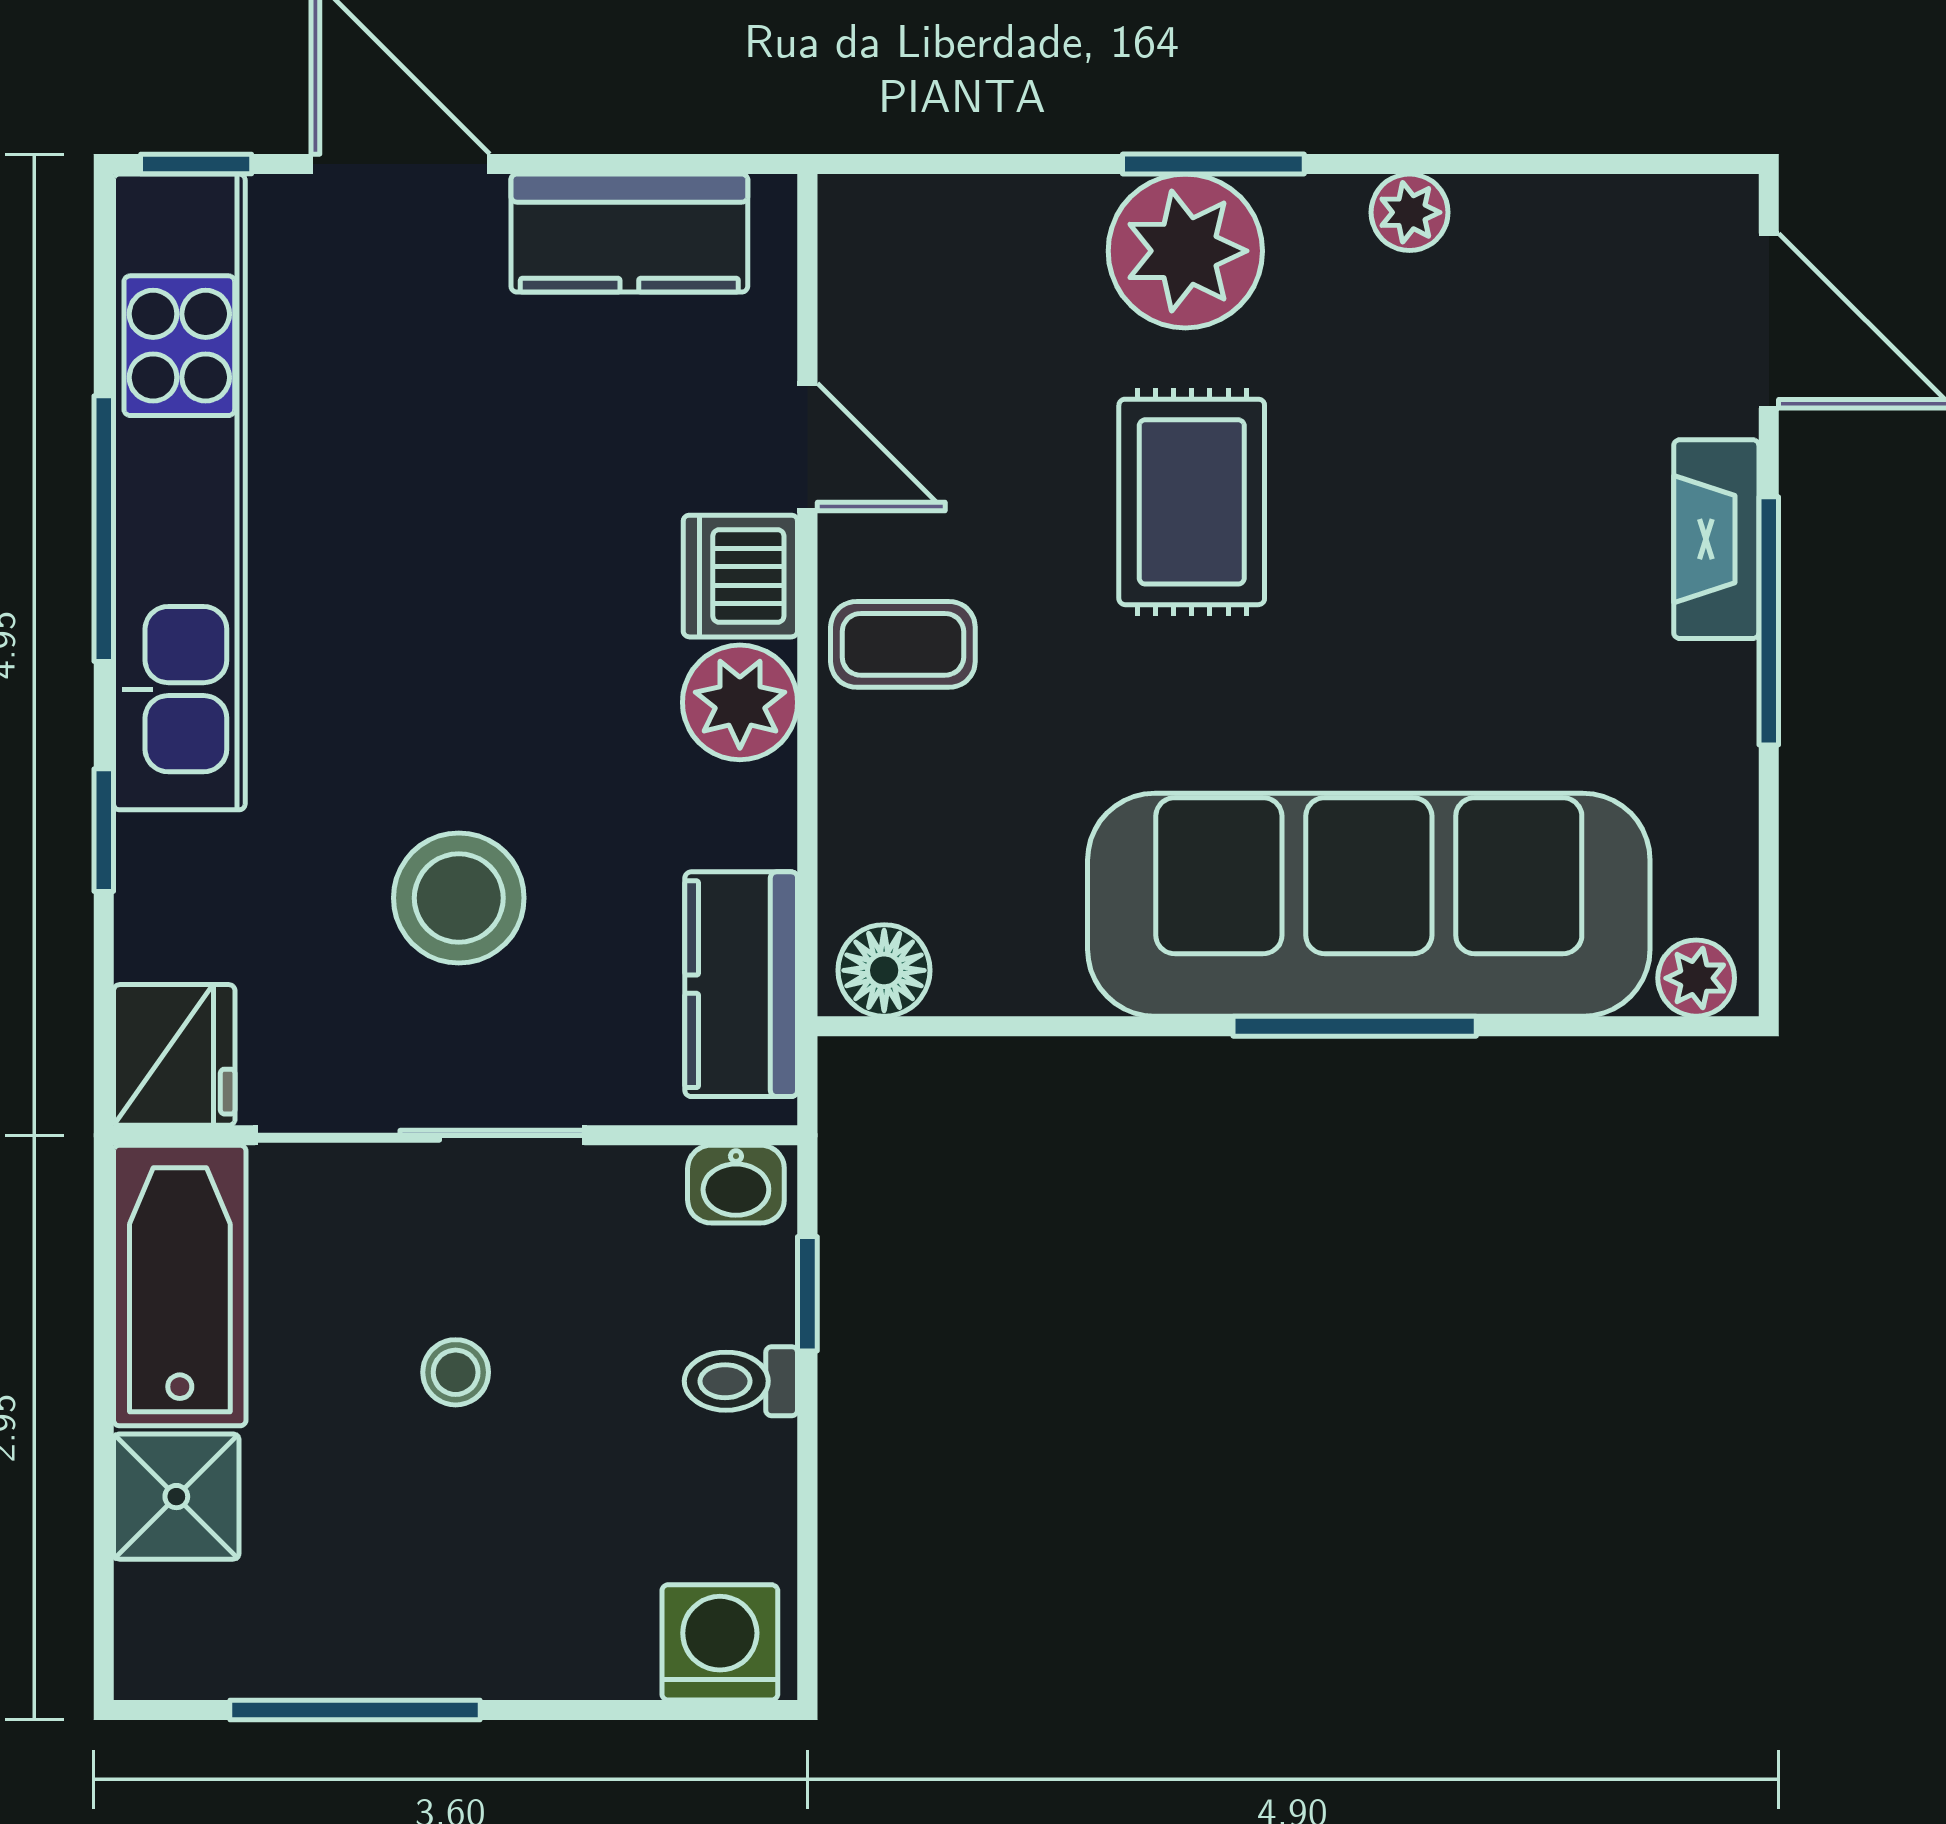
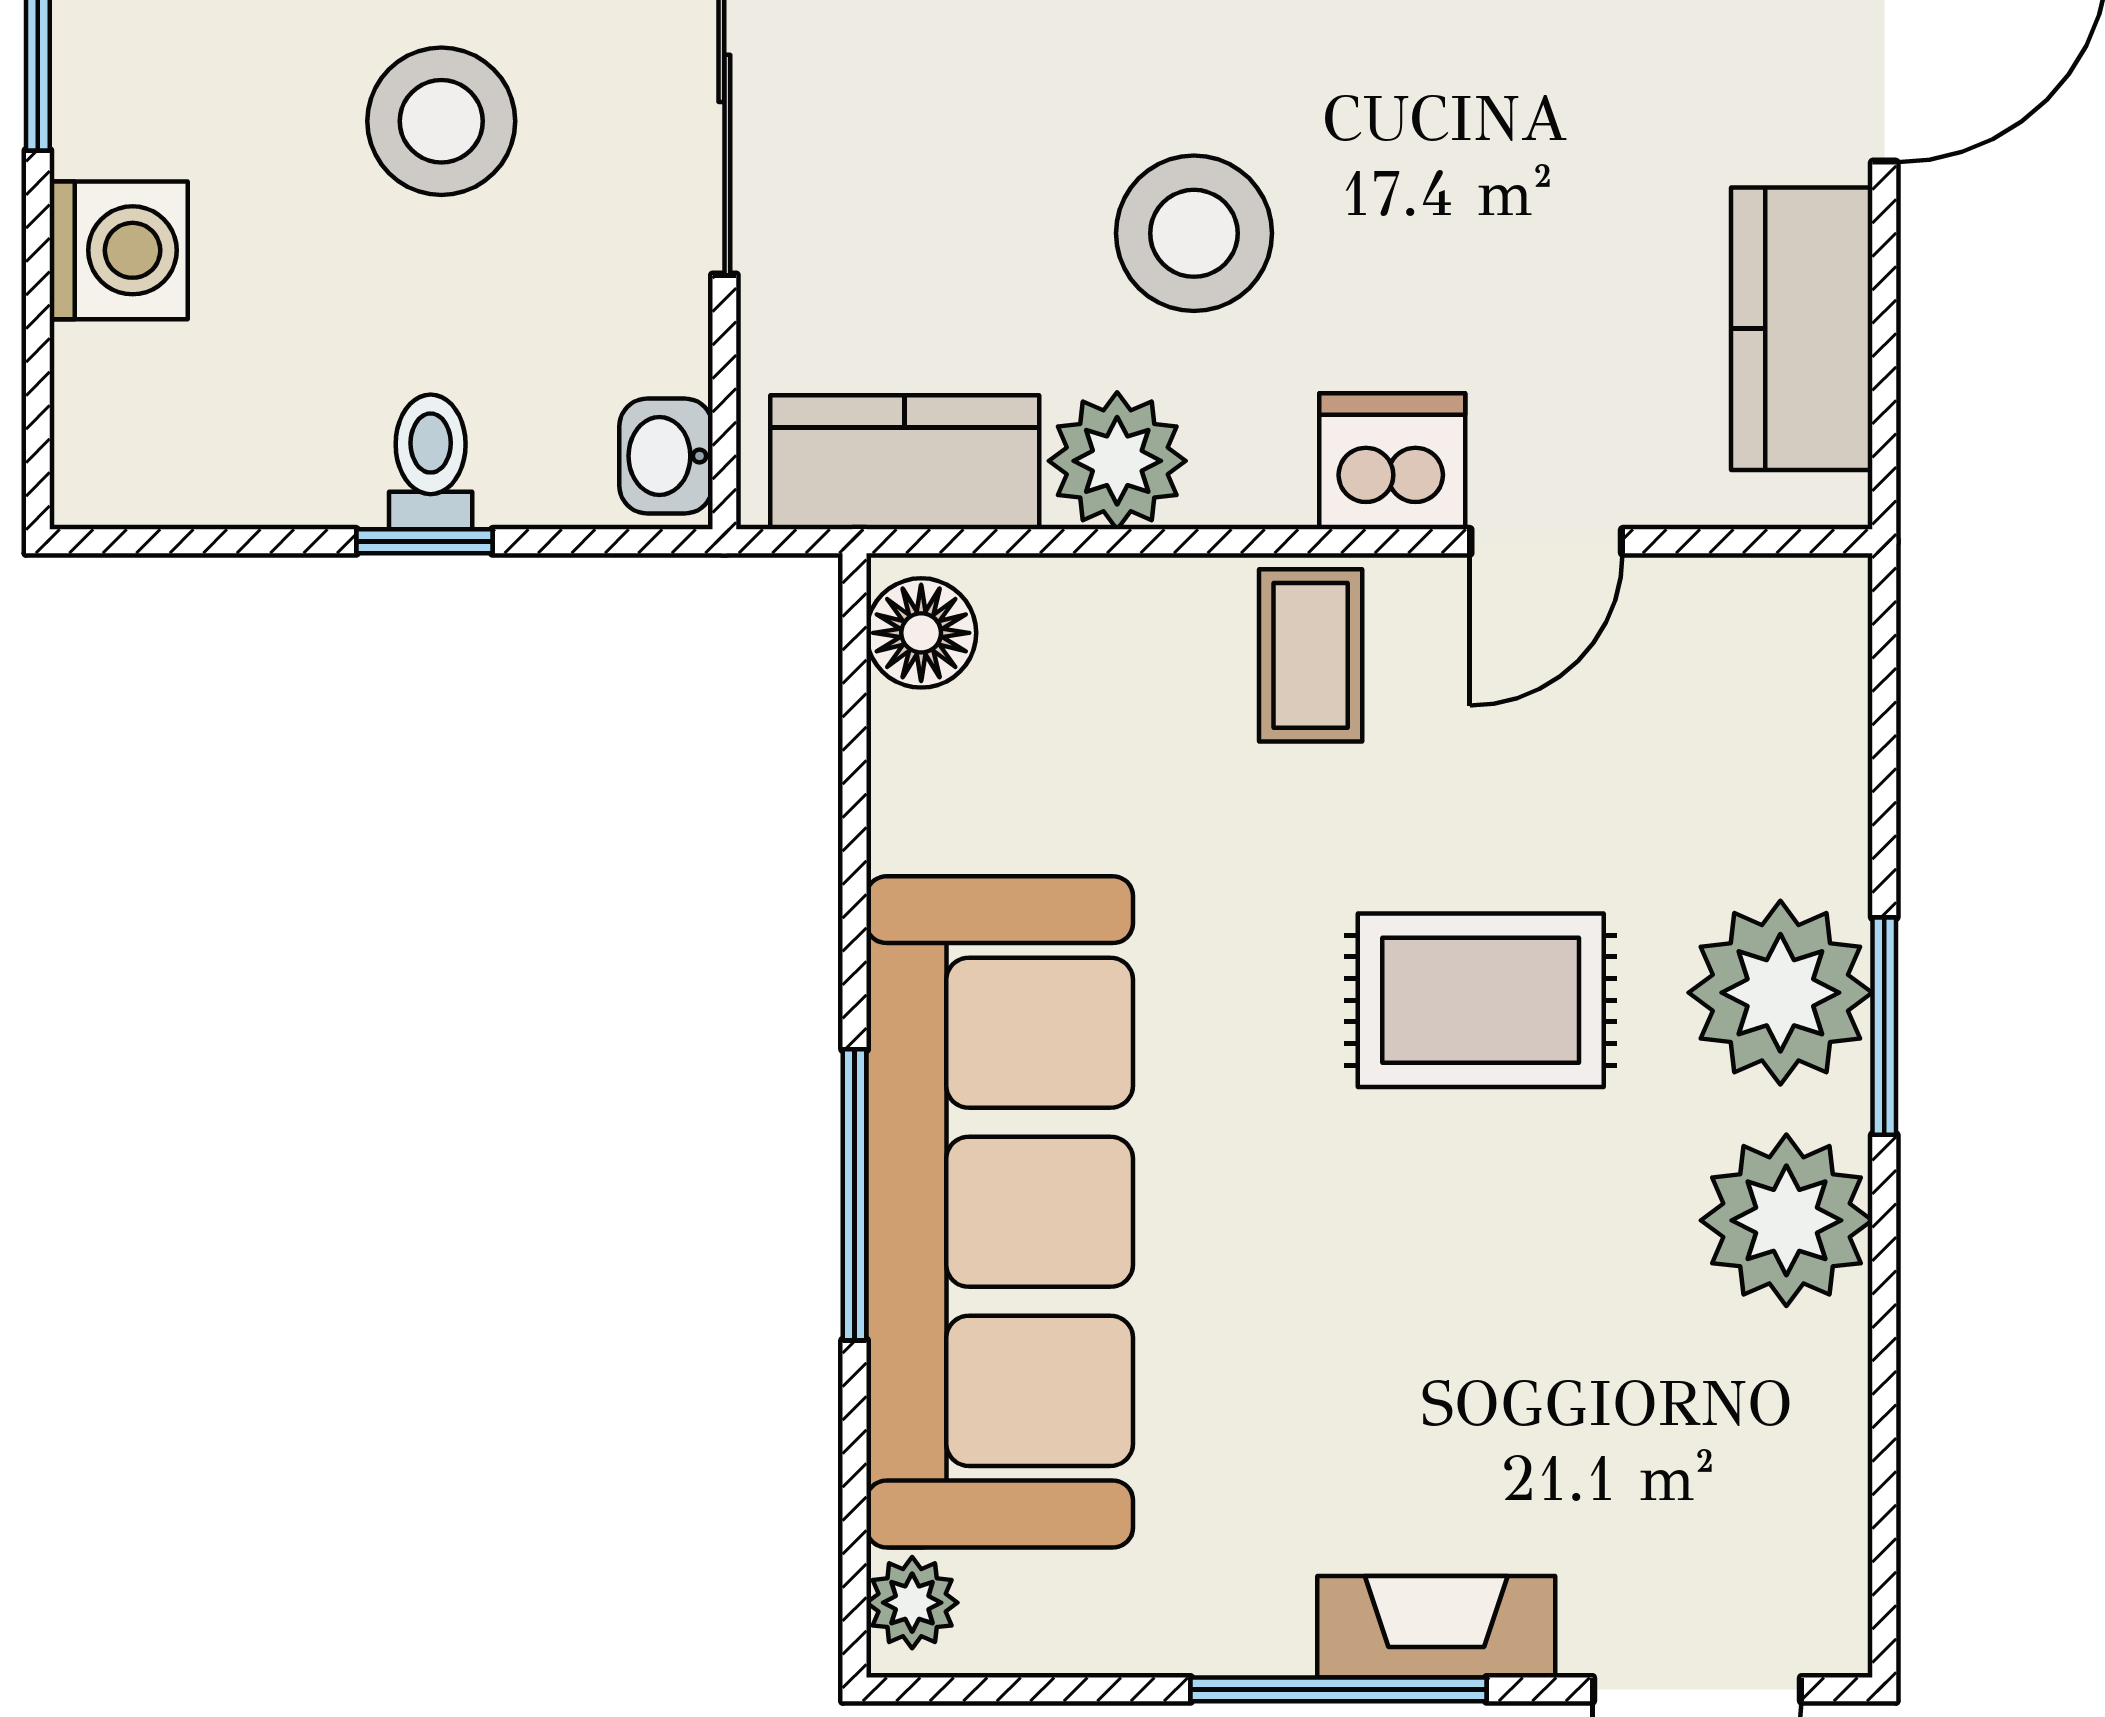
plant: (1410, 212) -> (1786, 1220), width x1.88, depth x1.88
plant: (740, 702) -> (1117, 461), moved
stool: (459, 898) -> (1194, 233), moved
window: (807, 1294) -> (424, 541), moved
stool: (456, 1372) -> (441, 121), width x1.89, depth x1.89
washing machine: (720, 1642) -> (119, 250), moved

